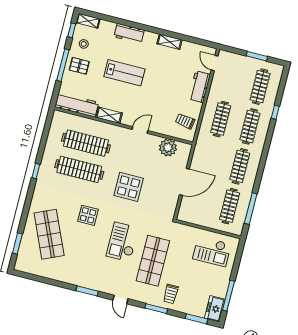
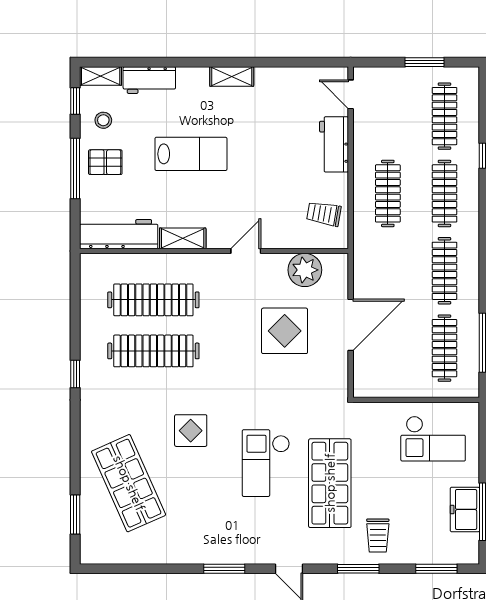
workbench: (129, 33) -> (149, 80), moved
shelving: (170, 42) -> (232, 76), moved
display table: (129, 187) -> (285, 331), moved
freezer: (215, 309) -> (465, 509), moved

